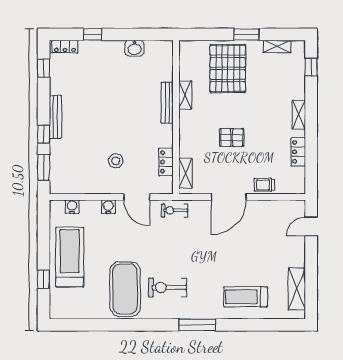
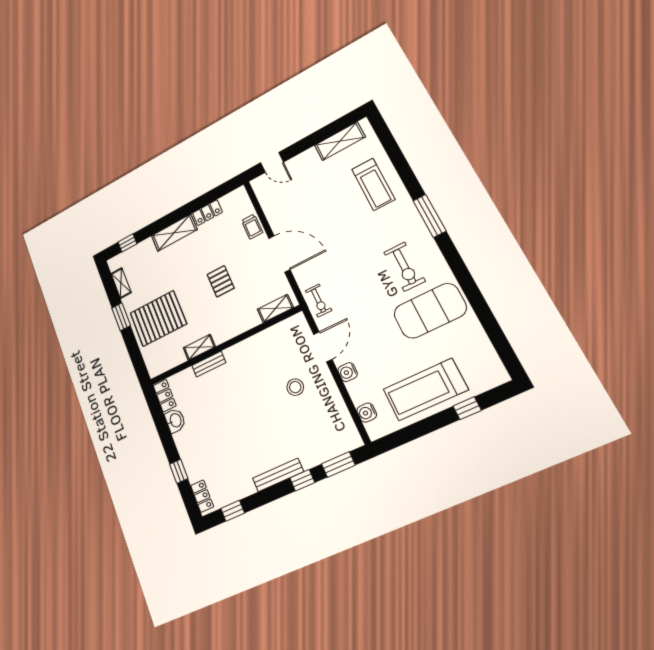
bench: (167, 103) -> (209, 364), width x0.73
shelving: (299, 115) -> (174, 233), width x1.50, depth x1.33
locker: (166, 162) -> (165, 396), moved, turned -90

